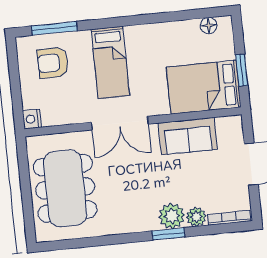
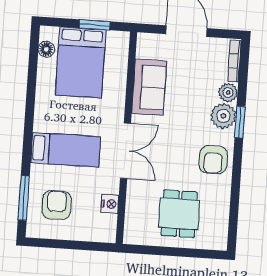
armchair: (53, 63) -> (57, 205), turned 180
bed: (204, 87) -> (80, 62), moved
nightstand: (32, 119) -> (110, 204), moved, turned -90
dining table: (65, 188) -> (179, 214), width x0.53, depth x0.80
armchair: (126, 213) -> (213, 160), added

